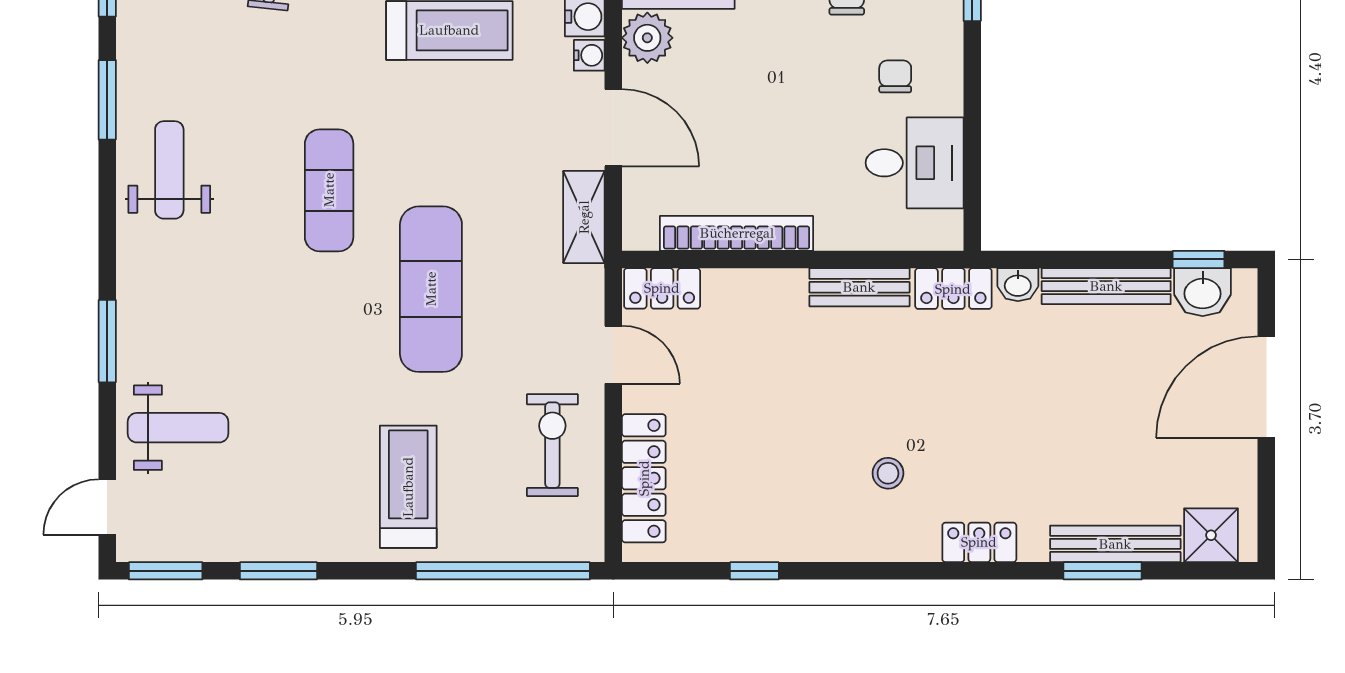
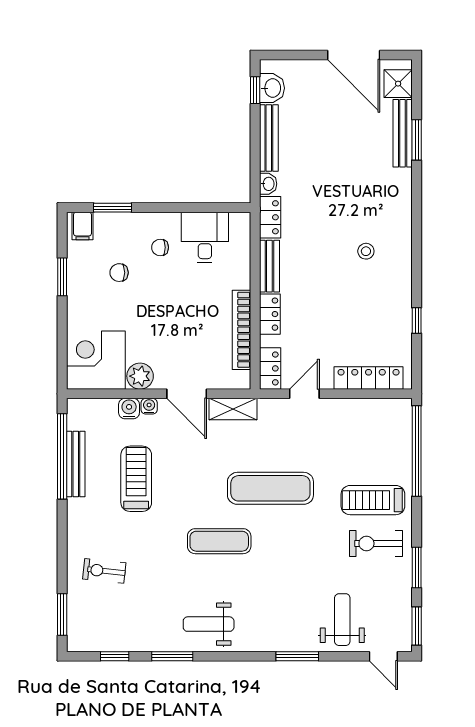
door: (613, 128) -> (187, 394), swing flipped
door: (1266, 387) -> (354, 55), moved
exercise bike: (552, 445) -> (376, 543), moved
locker: (979, 542) -> (270, 314), moved, turned 180

